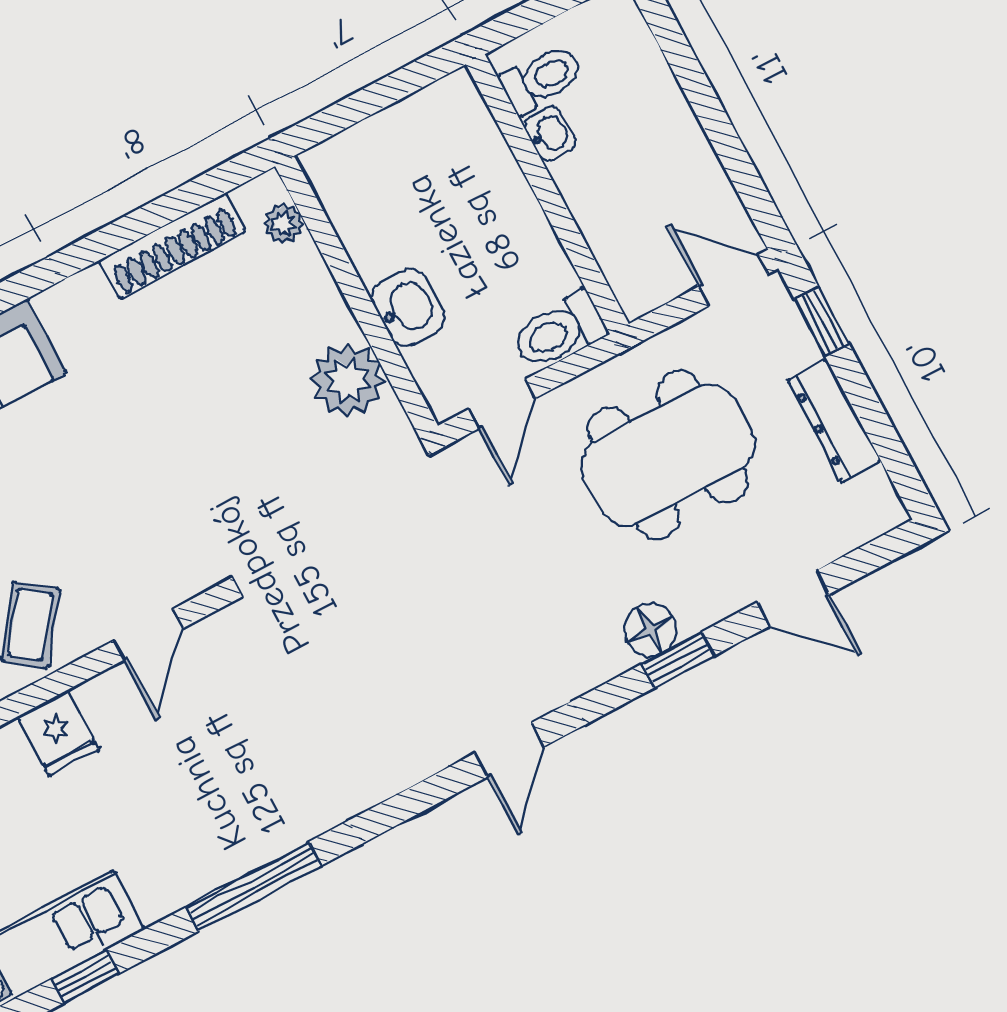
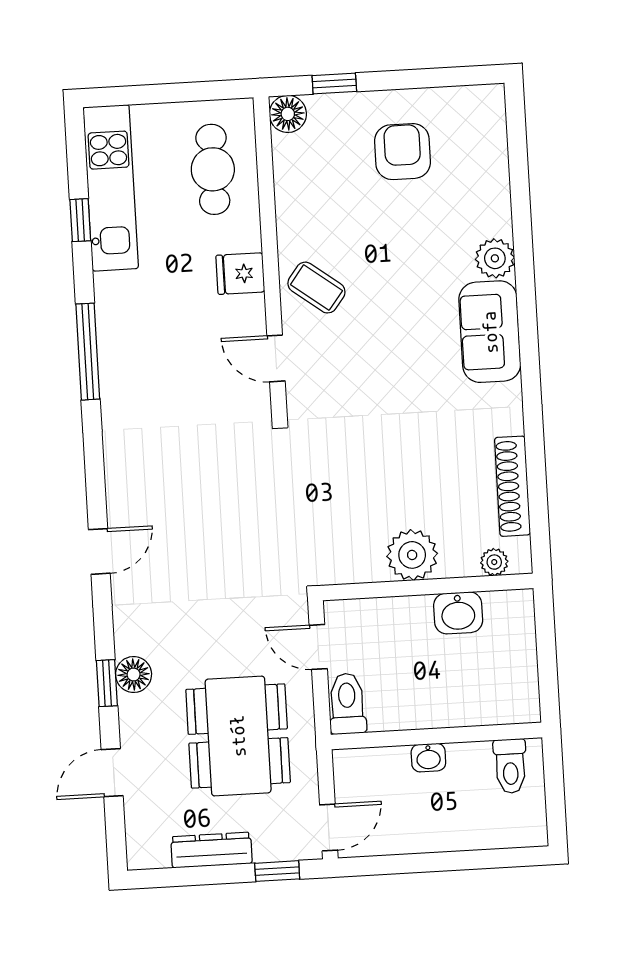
washbasin: (550, 134) -> (428, 758), moved
washbasin: (408, 308) -> (458, 613), moved
plant: (348, 380) -> (412, 555), moved
door: (509, 750) -> (99, 551), swing flipped

